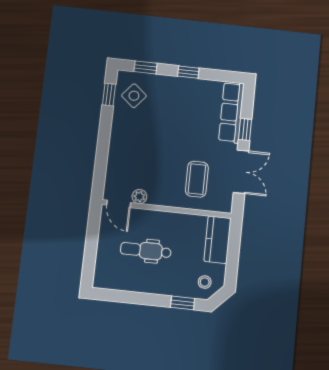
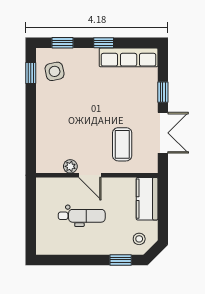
side table: (134, 96) -> (55, 71), turned 38
row of seats: (231, 112) -> (129, 57), moved, turned -90
door: (119, 204) -> (90, 175), moved
dental chair: (146, 251) -> (82, 216), turned 180

